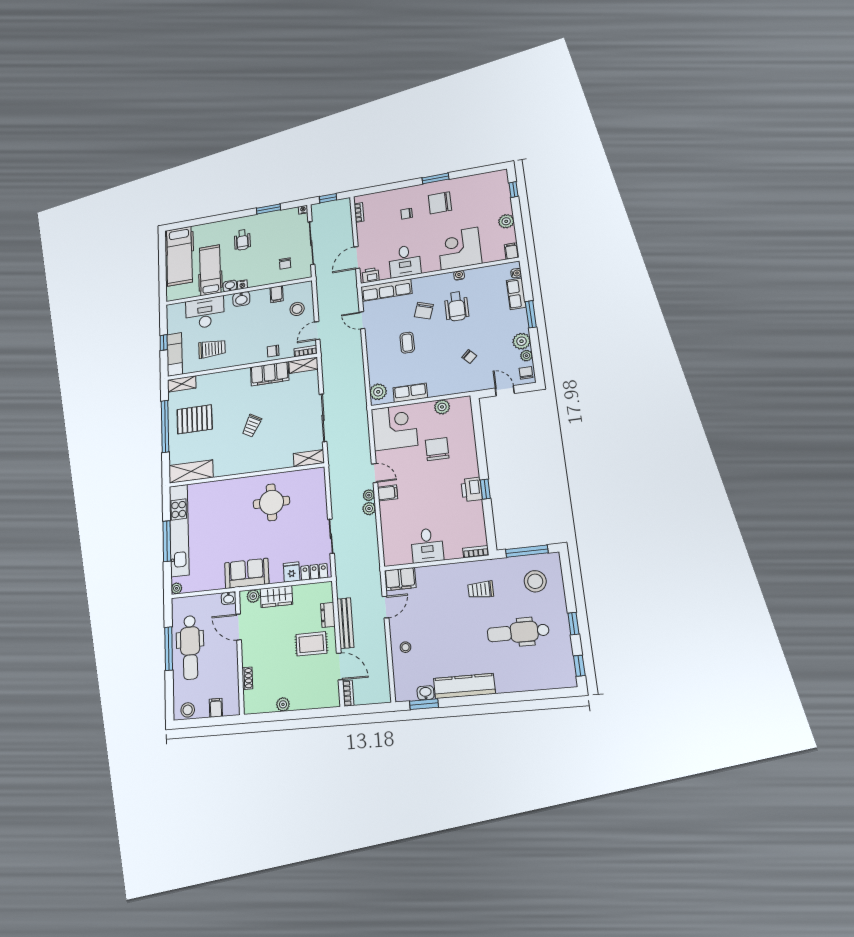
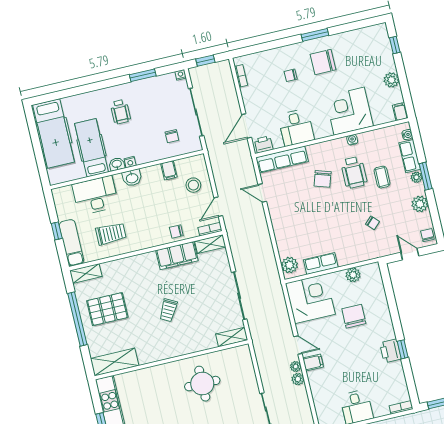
coffee table: (407, 343) -> (382, 177), moved
plant: (526, 356) -> (416, 177), moved

